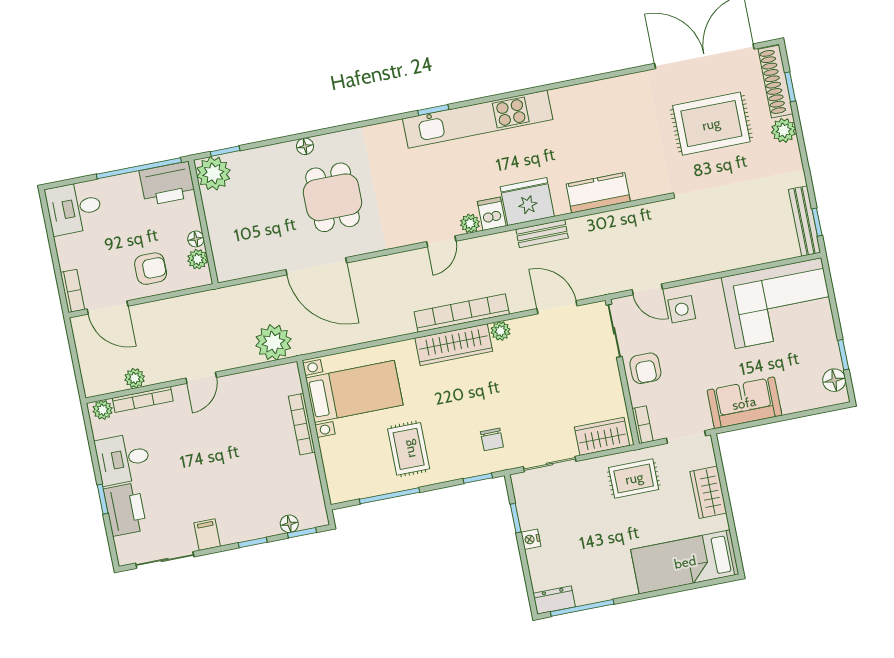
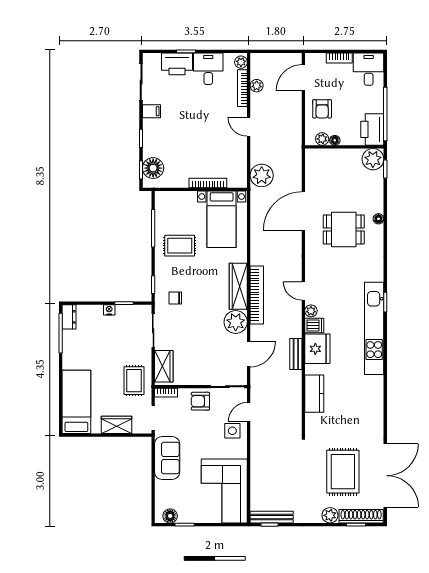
bookcase: (72, 291) -> (339, 58), moved
plant: (501, 331) -> (236, 322), width x1.87, depth x1.87
floor lamp: (289, 524) -> (153, 168), width x1.89, depth x1.89

